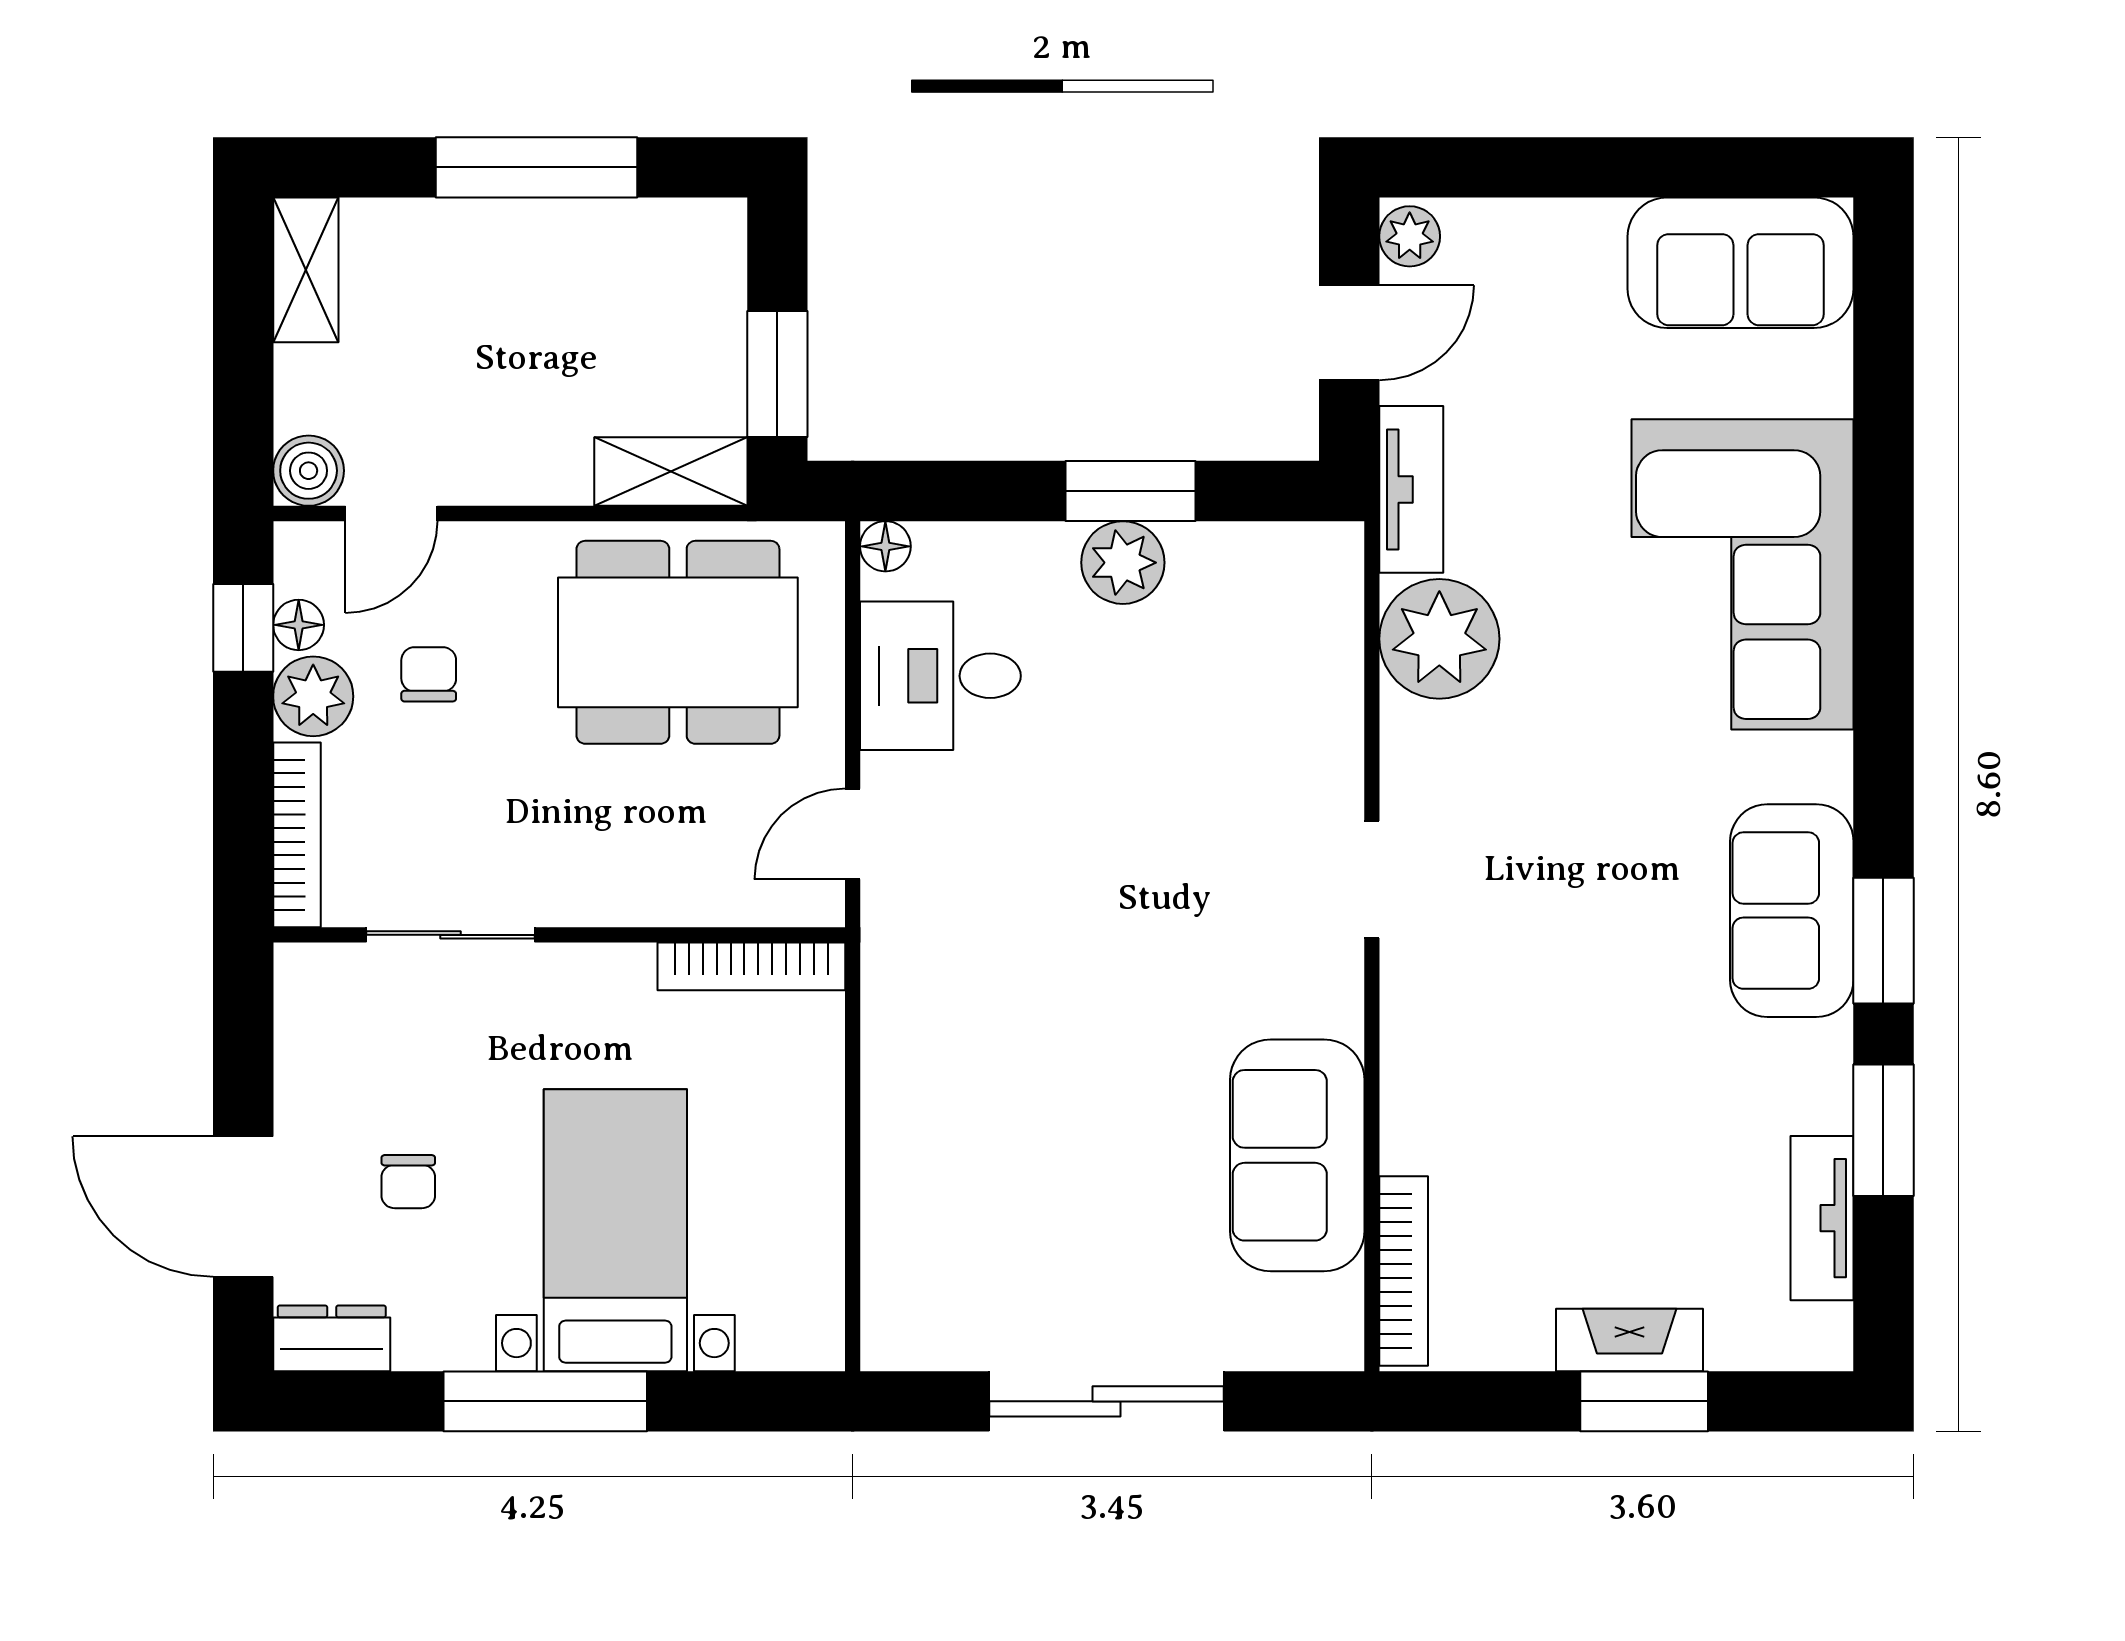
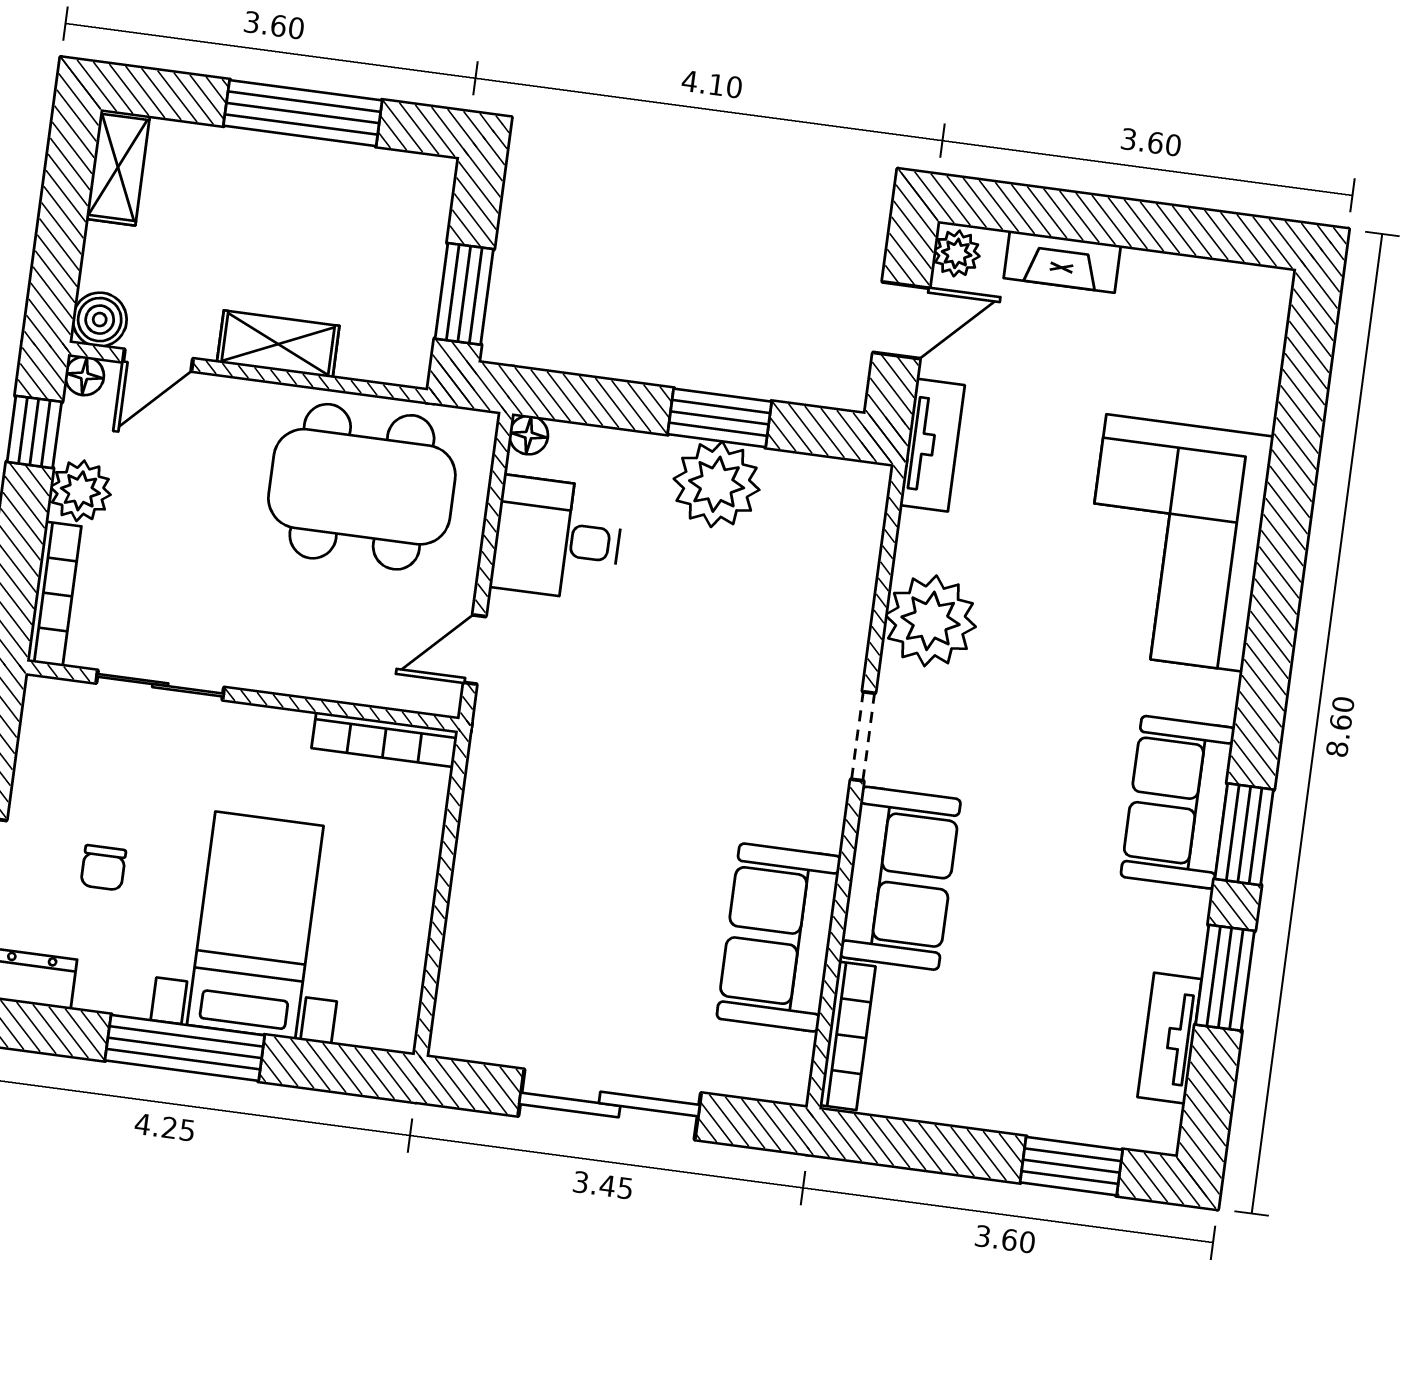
sofa: (1741, 263) -> (900, 878), moved, turned -90
shelving: (671, 472) -> (278, 344), moved
plant: (1123, 563) -> (717, 484), width x1.36, depth x1.36
floor lamp: (299, 625) -> (85, 376), moved
plant: (1439, 639) -> (930, 621), moved
chair: (429, 674) -> (170, 486), removed
fireplace: (1630, 1340) -> (1062, 262), moved, turned 180
window: (1644, 1401) -> (1071, 1166), moved

